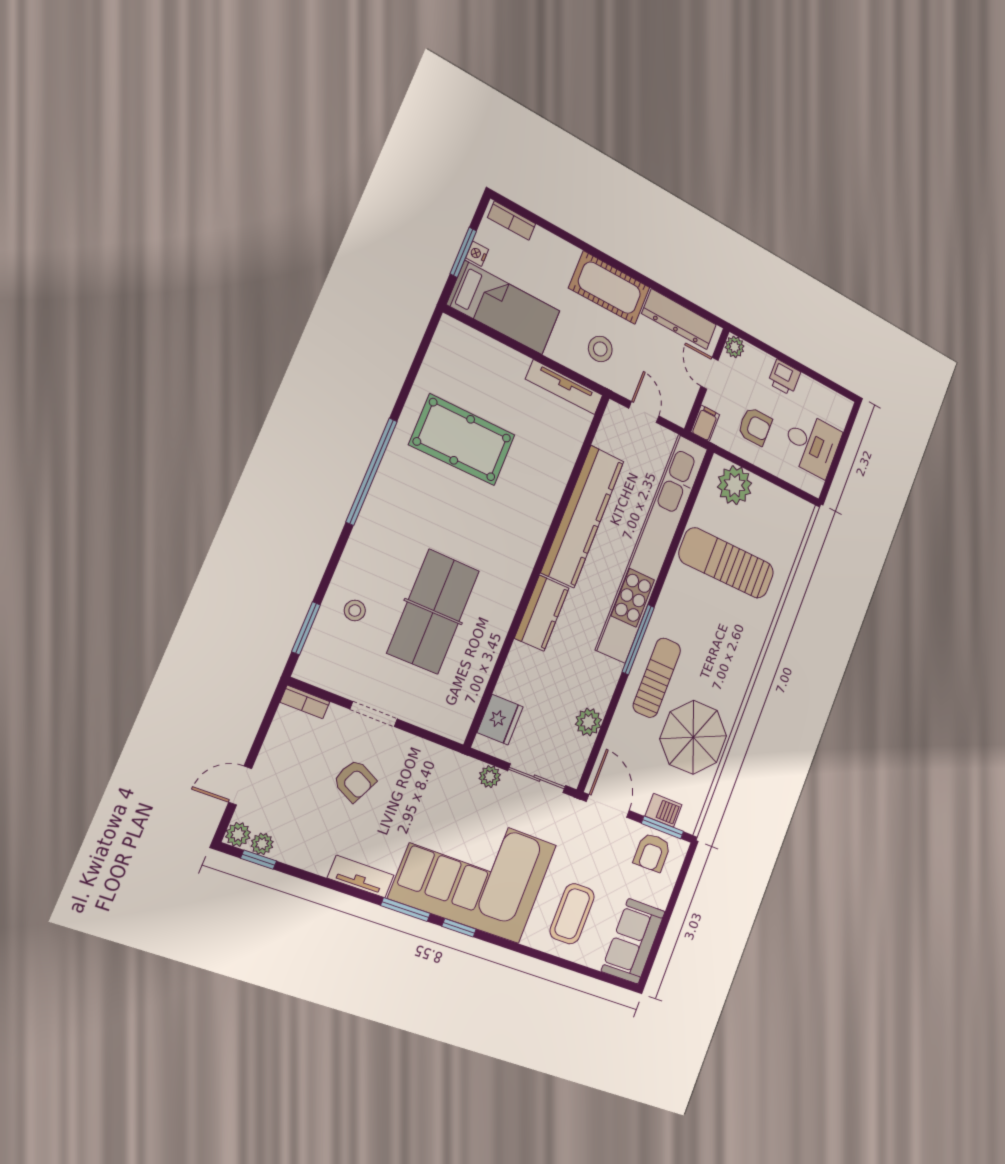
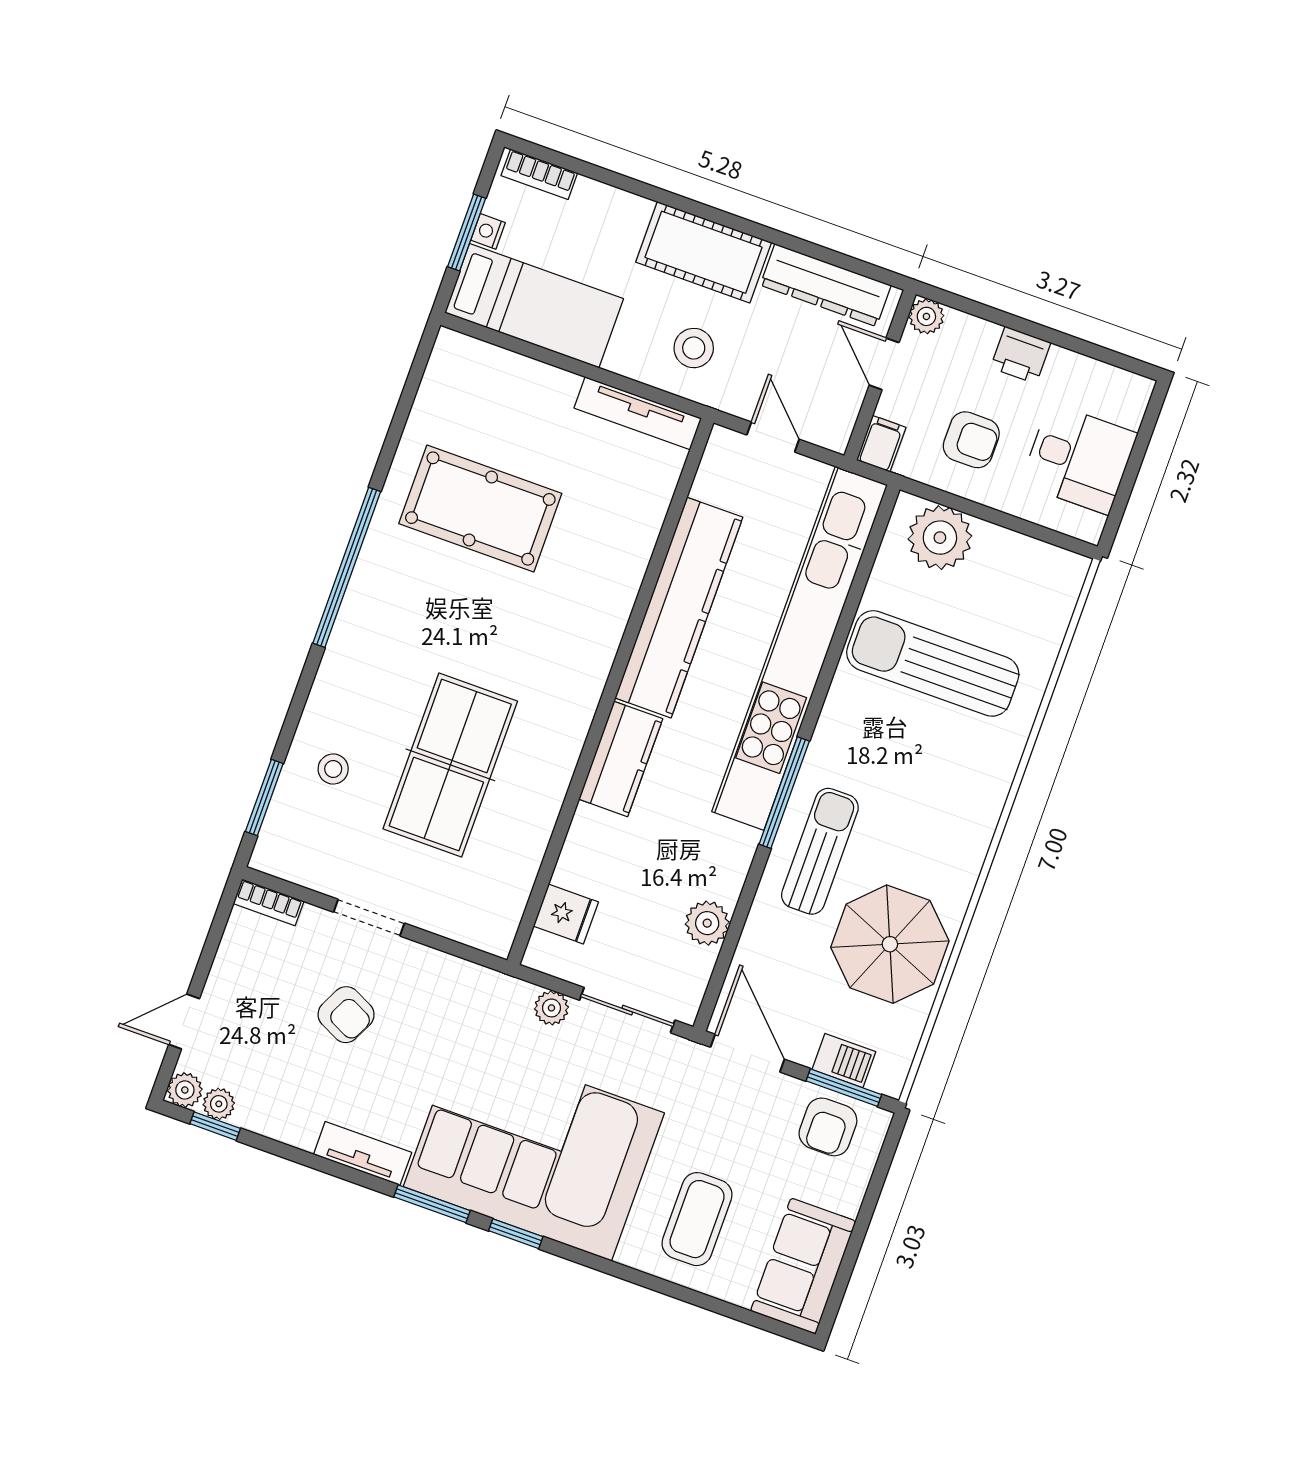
fridge: (500, 720) -> (566, 914), width x0.72

